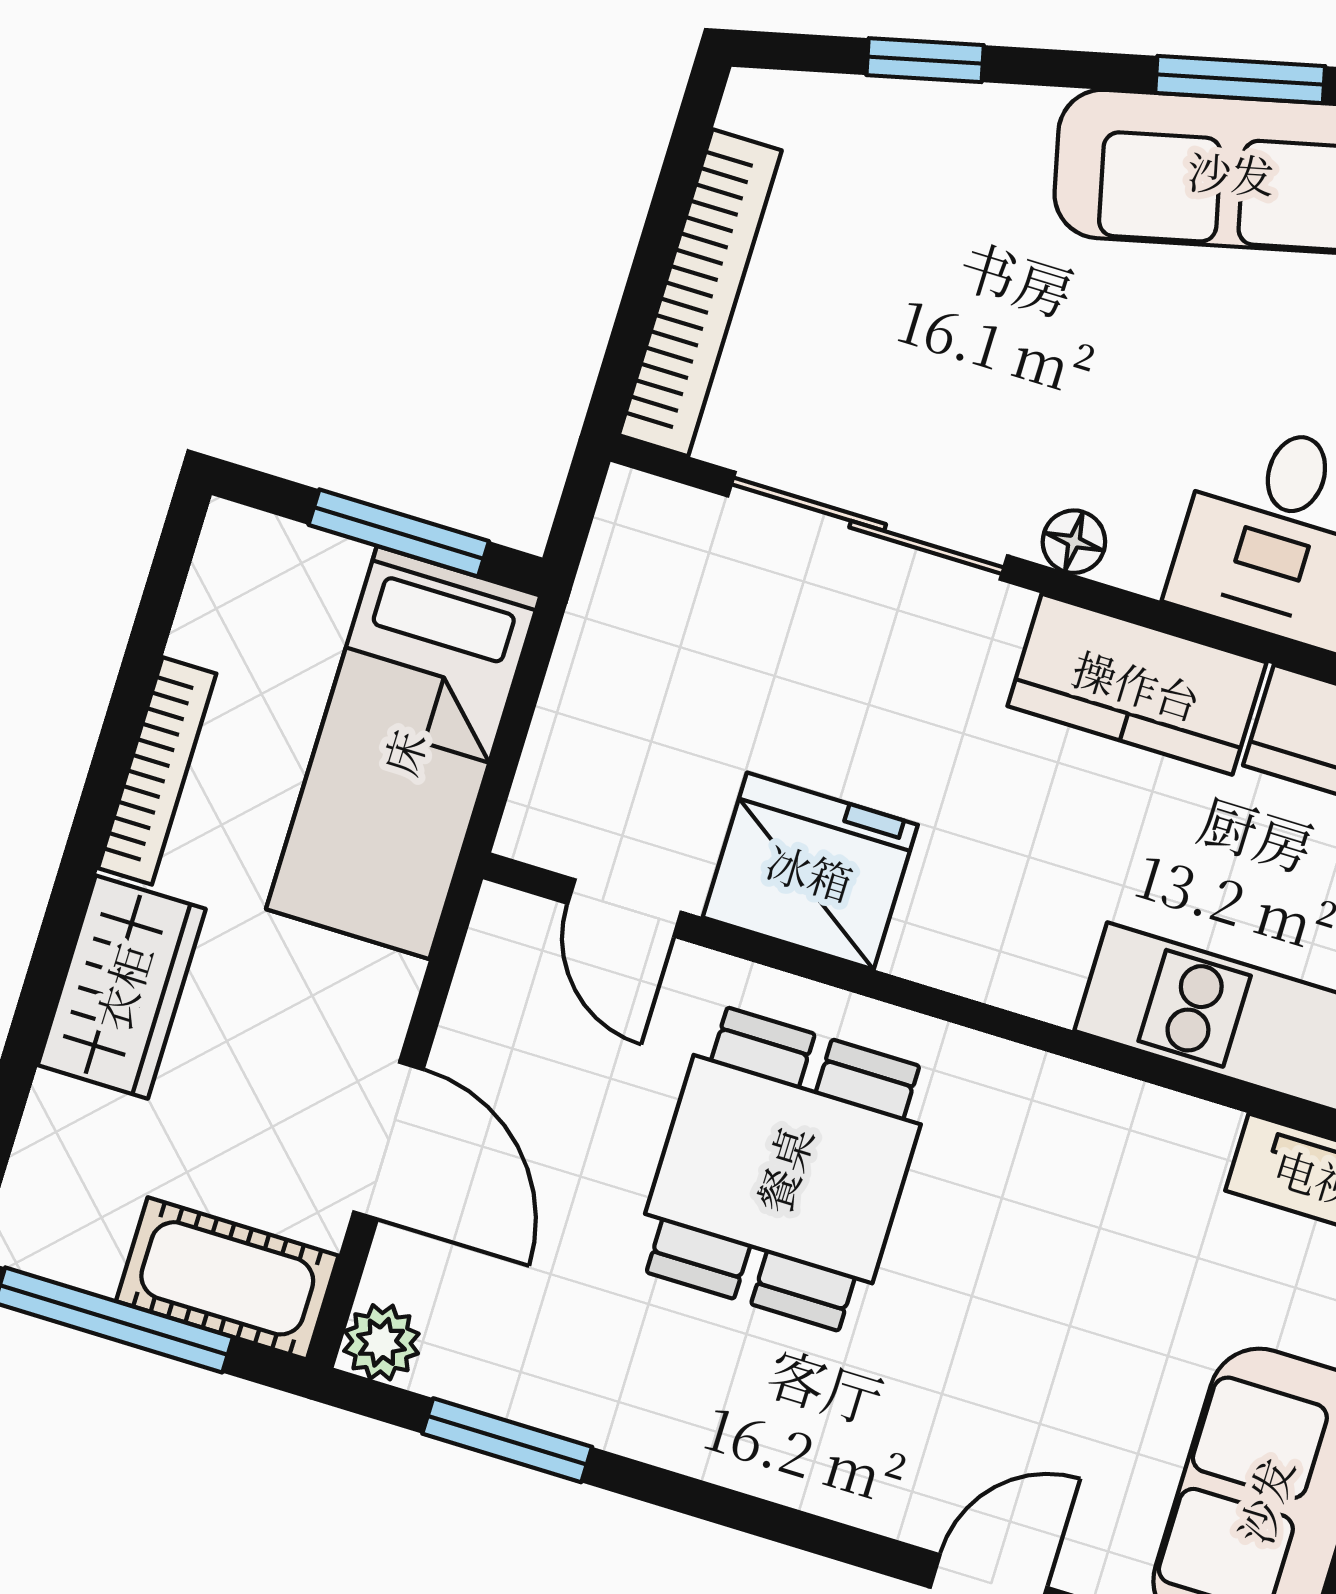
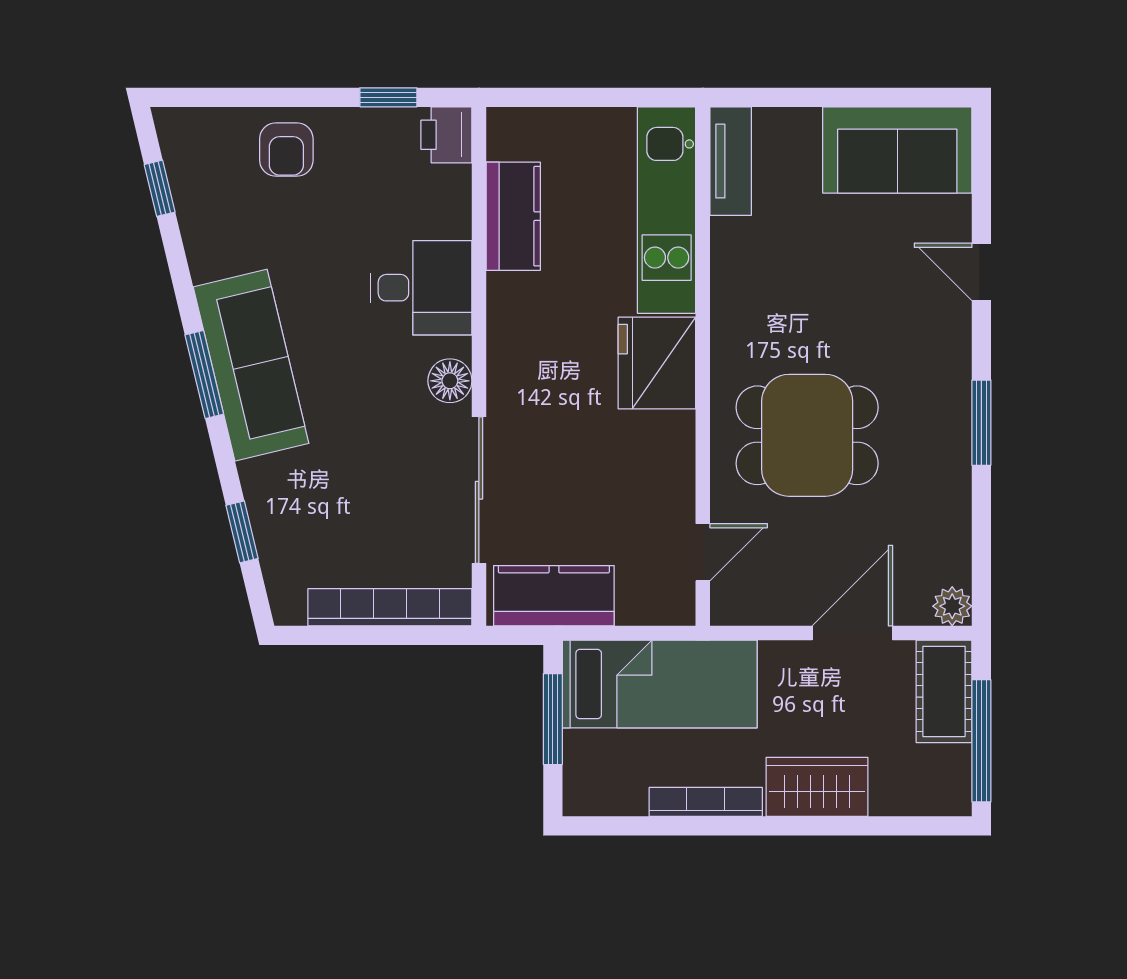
floor lamp: (1074, 542) -> (450, 381), width x1.37, depth x1.37
kitchen counter: (1137, 684) -> (554, 596), moved, turned -90
fridge: (810, 871) -> (657, 363), moved
window: (507, 1440) -> (981, 423), moved

